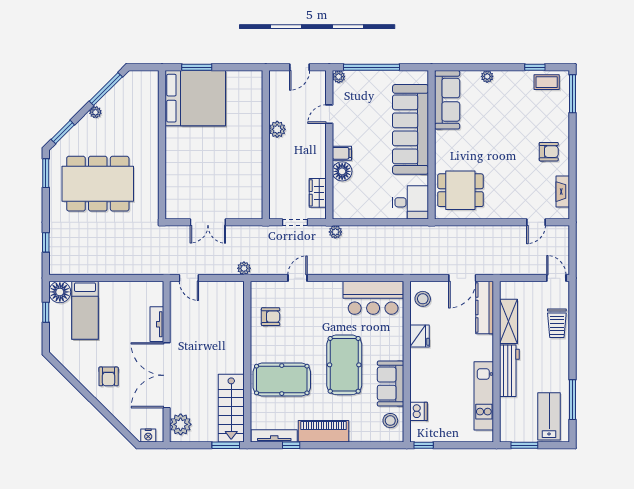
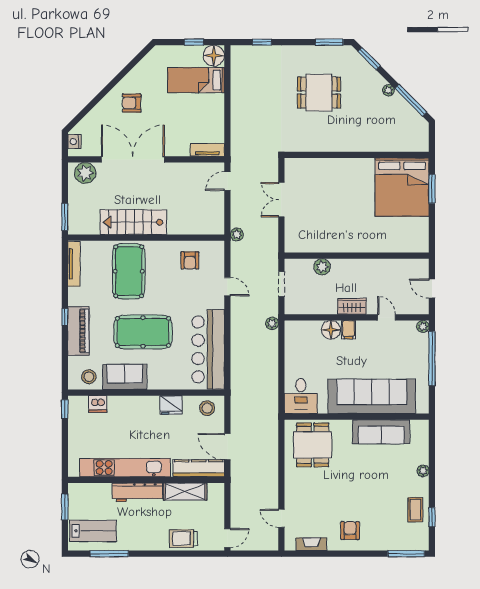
coffee table: (547, 82) -> (415, 510), moved
sofa: (447, 100) -> (381, 432), moved
plant: (277, 129) -> (322, 267), moved
armchair: (549, 152) -> (350, 531), turned 180
dining table: (98, 184) -> (319, 93), width x0.53, depth x0.80
wardrobe: (318, 193) -> (352, 306), moved
bar counter: (373, 298) -> (208, 349), width x1.36
tv unit: (157, 324) -> (207, 150), moved
kitchen unit: (484, 396) -> (125, 468), width x1.36
stairs: (231, 408) -> (133, 222), moved
piano: (324, 431) -> (78, 331), moved
window: (291, 445) -> (65, 317), moved

